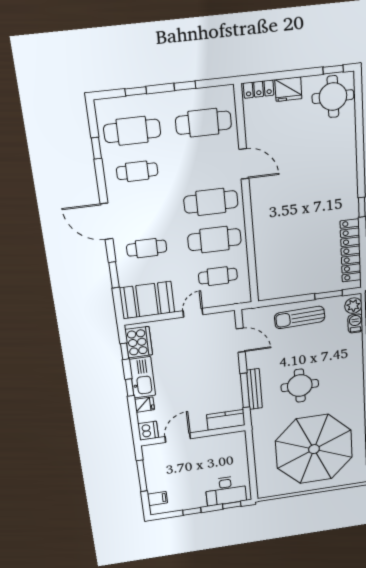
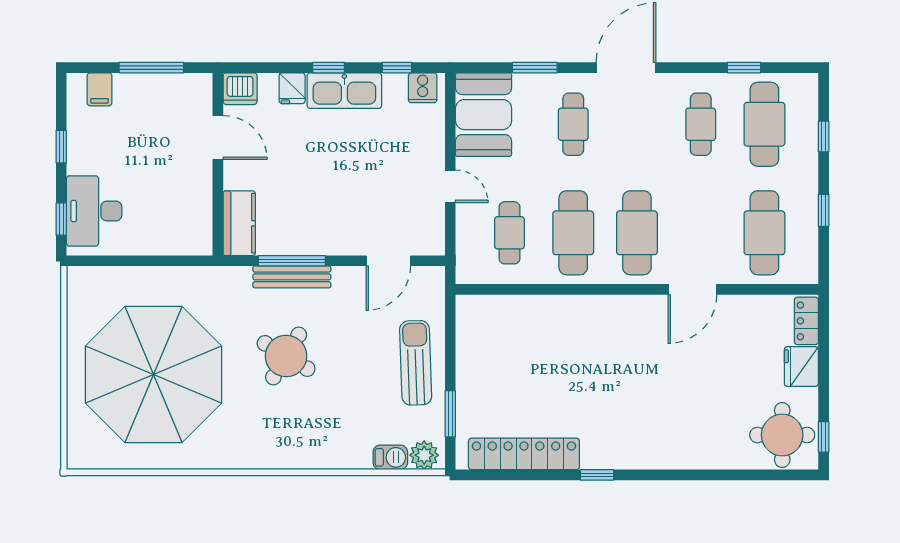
cooker: (139, 342) -> (423, 88), width x0.53, depth x0.76
round table: (300, 386) -> (286, 356), turned 31

